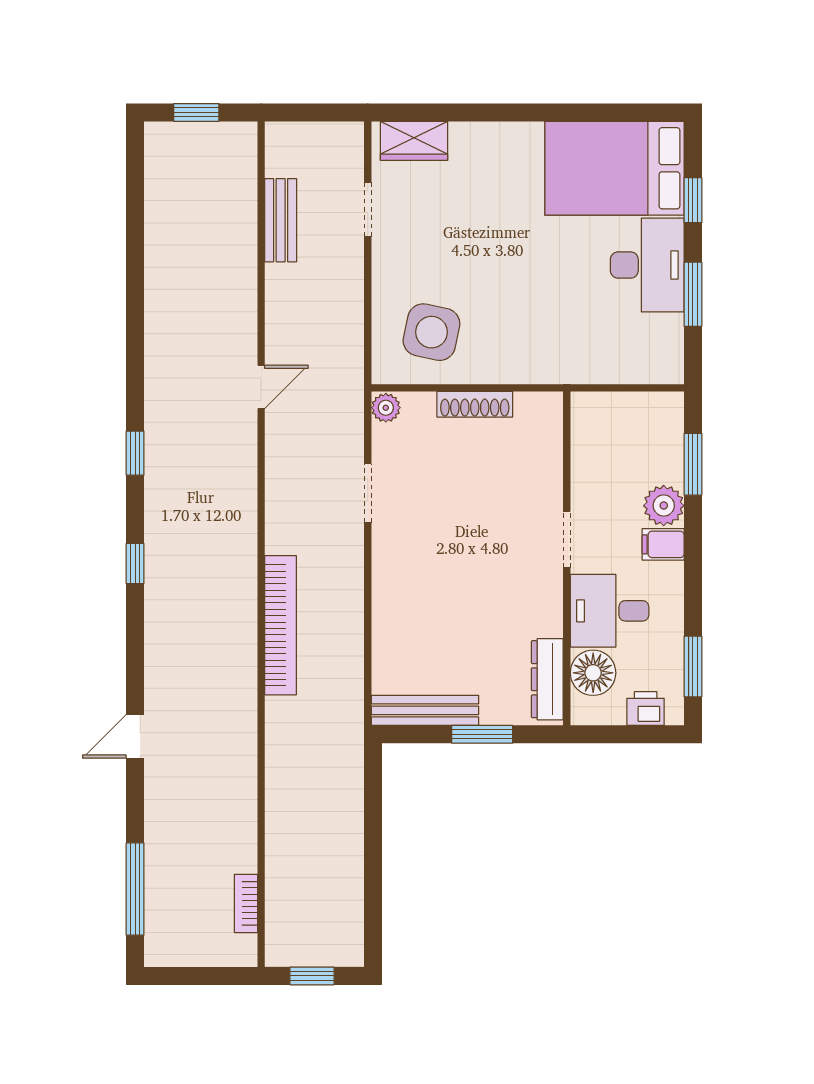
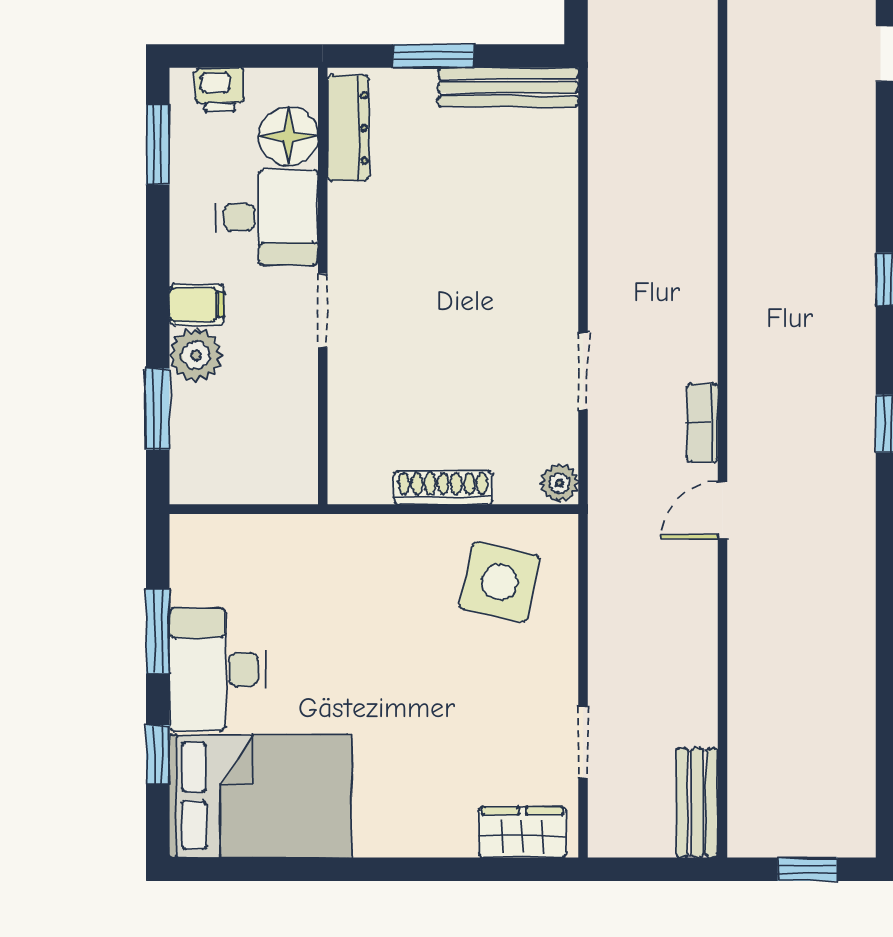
bench: (281, 220) -> (697, 803), moved
bookcase: (281, 625) -> (702, 422), moved, width x0.43, depth x0.76

